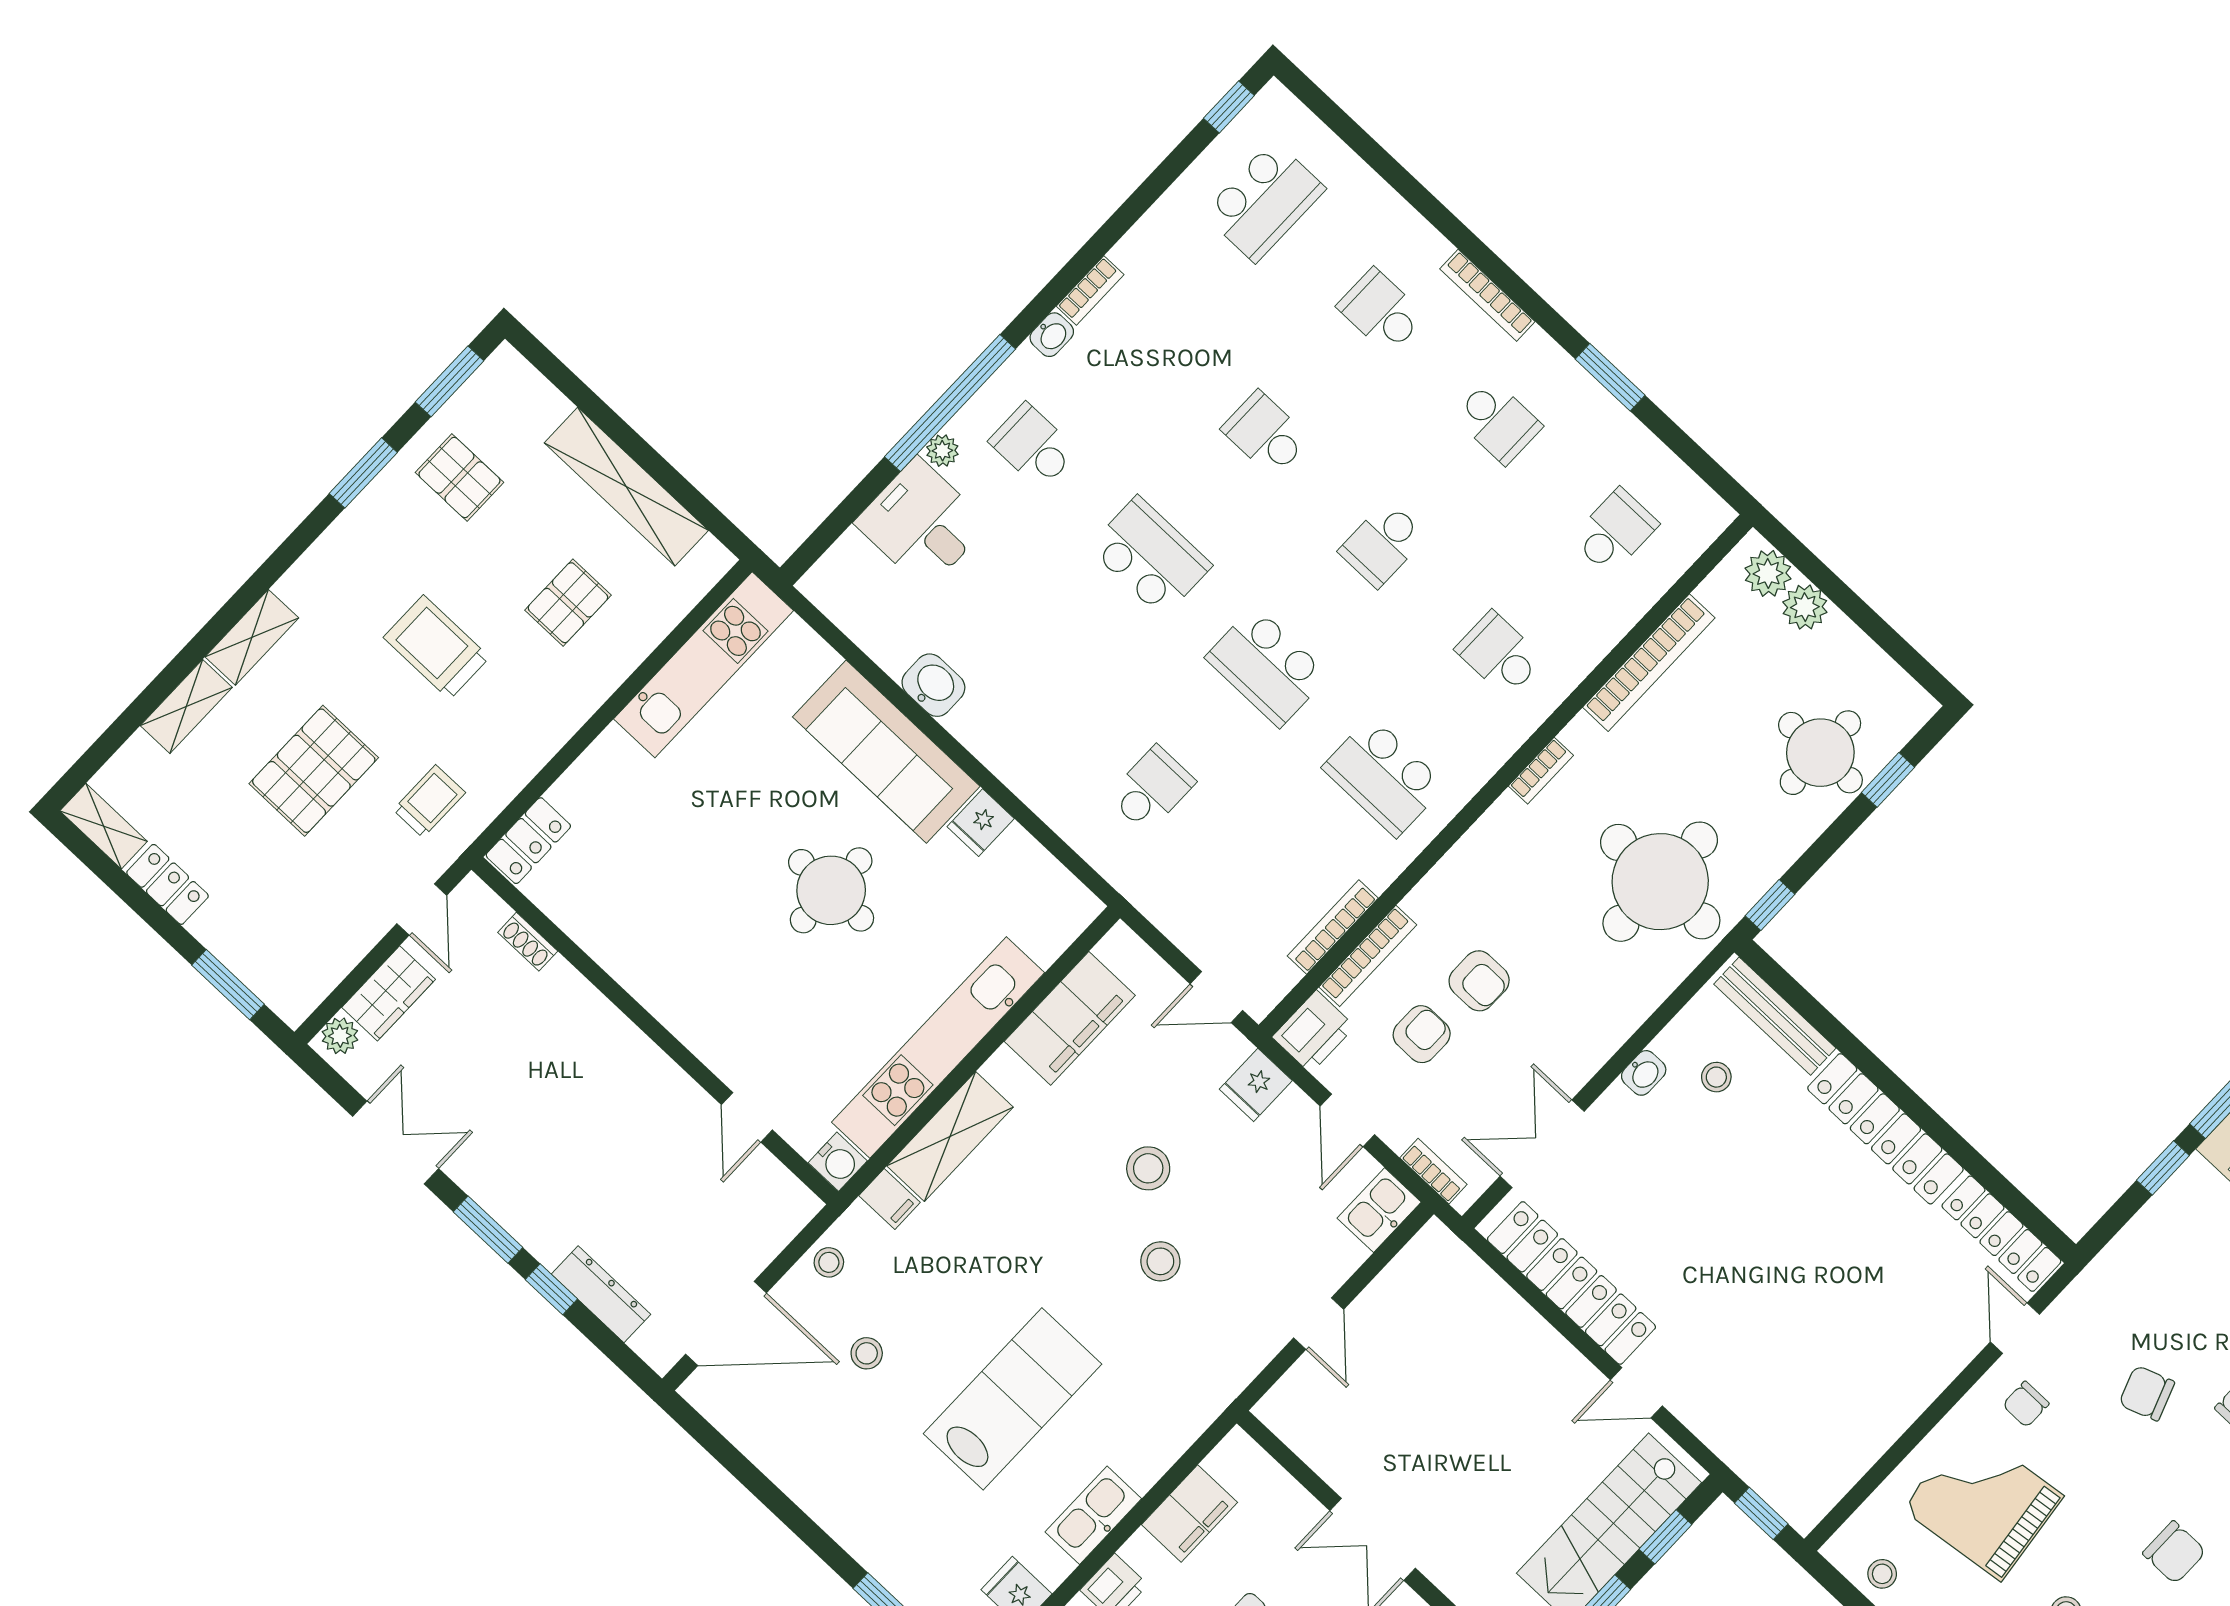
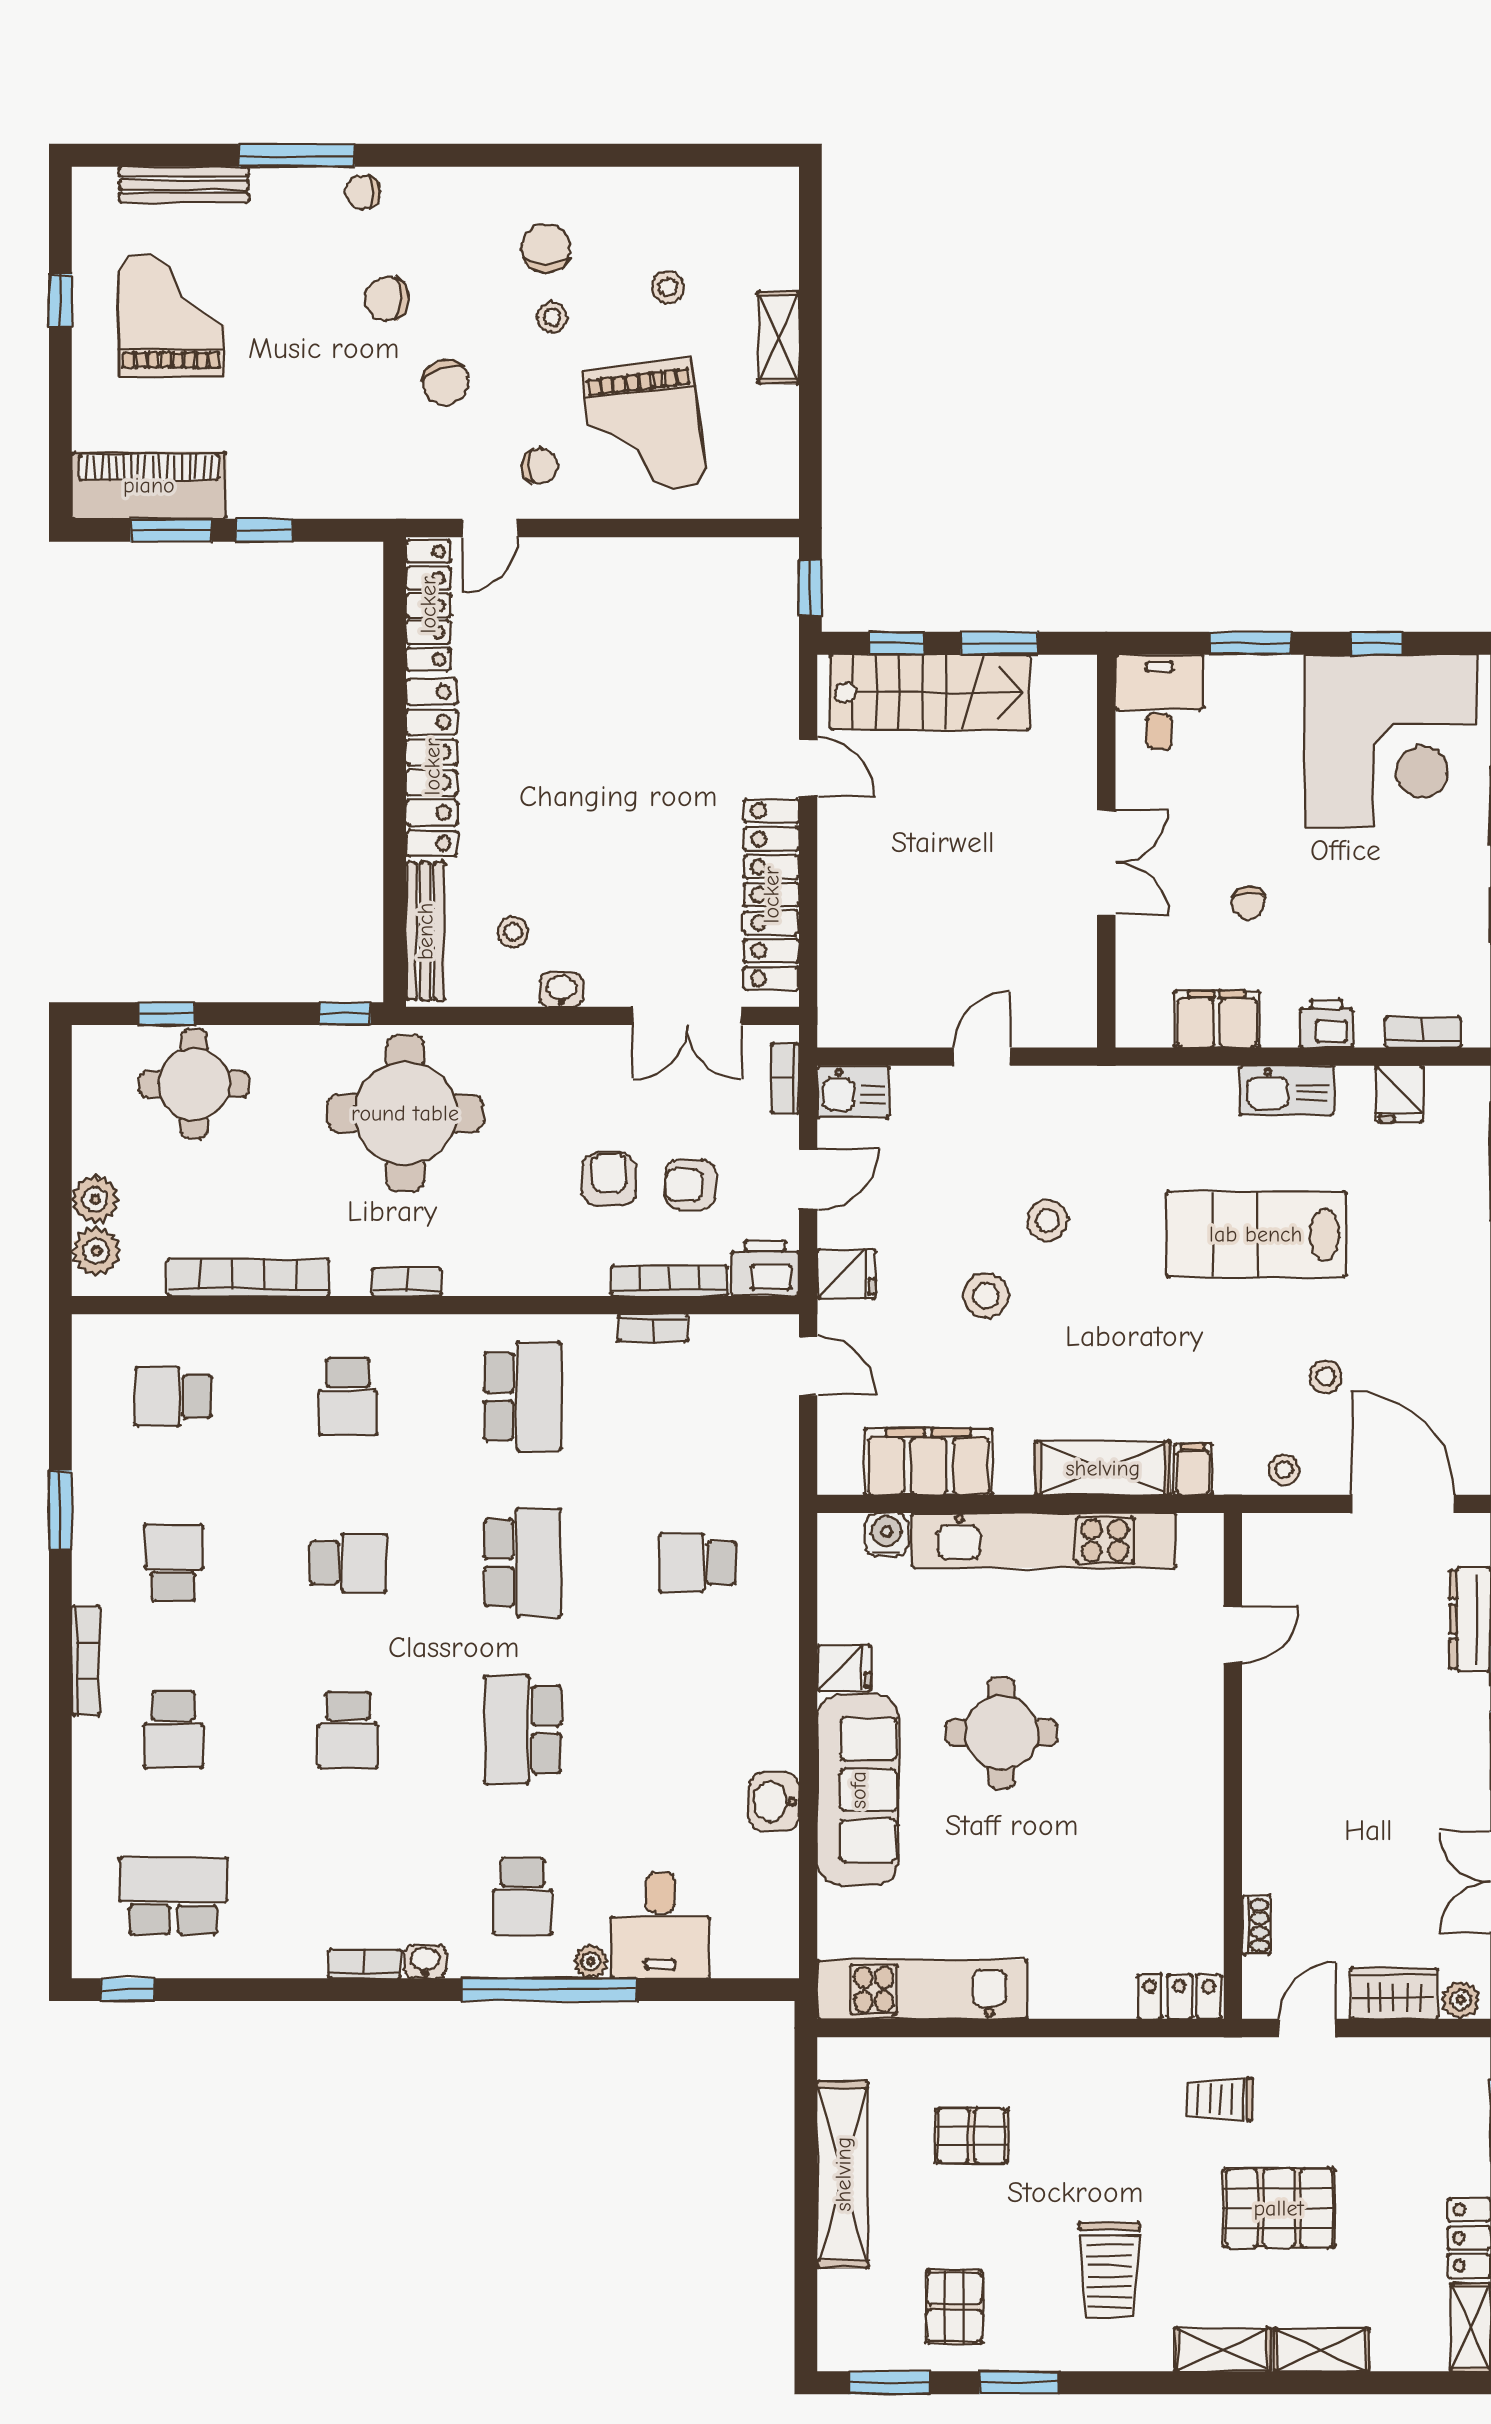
trolley: (436, 647) -> (1110, 2270), moved
bookcase: (1333, 927) -> (653, 1328), width x0.64
water cooler: (838, 1162) -> (886, 1535), moved
stool: (1882, 1574) -> (552, 317), moved

